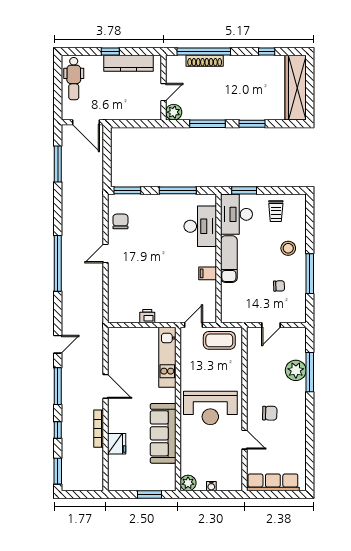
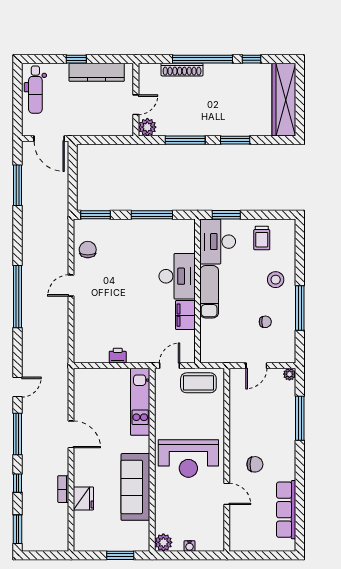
window: (204, 51) -> (202, 59), moved
desk: (200, 226) -> (177, 276), moved
filing cabinet: (208, 273) -> (185, 315), width x2.00
plant: (296, 370) -> (289, 374), moved, width x0.53, depth x0.53
bookcase: (99, 429) -> (63, 489), width x0.64
row of seats: (273, 482) -> (286, 510), moved, turned -90

